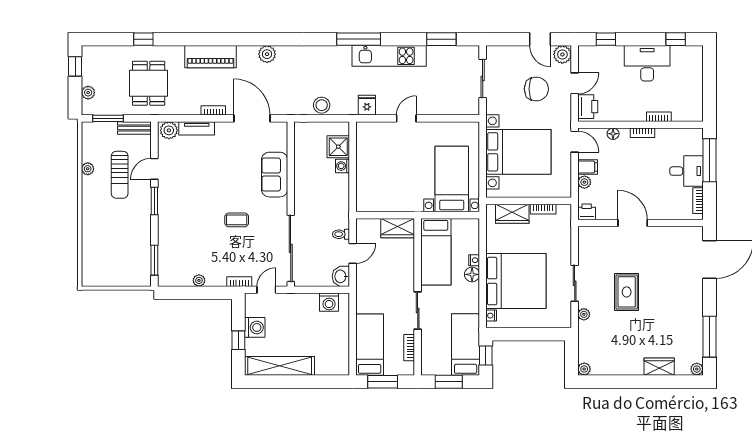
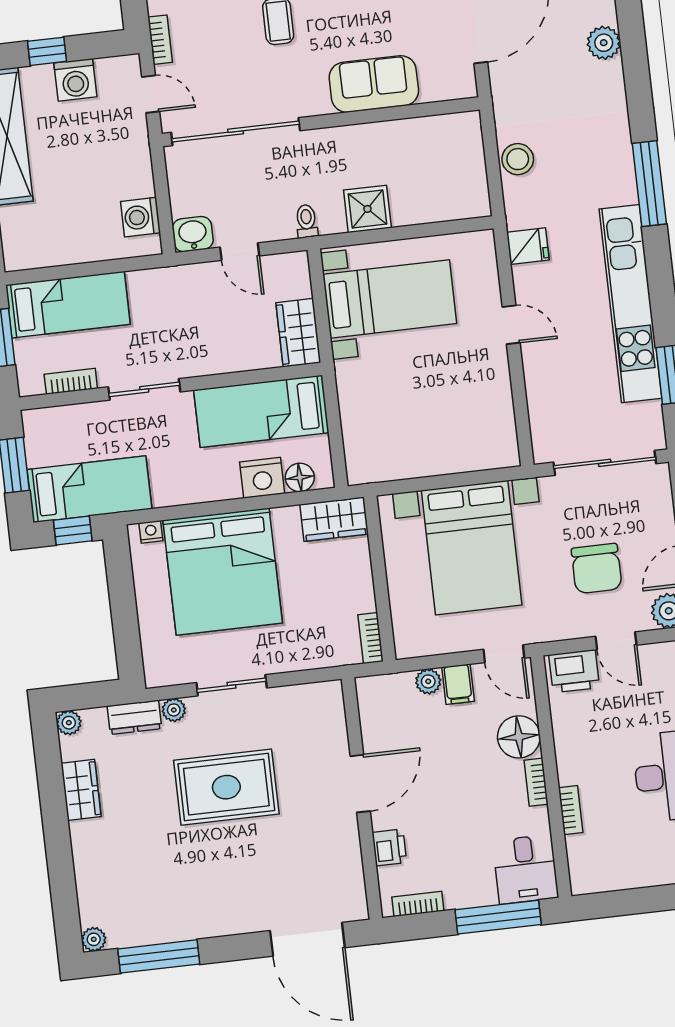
window: (359, 39) -> (649, 184), moved
kitchen unit: (389, 56) -> (630, 304), width x1.36
sliding door: (483, 79) -> (605, 463), width x1.37
floor lamp: (613, 134) -> (519, 737), width x1.89, depth x1.89
door: (575, 142) -> (504, 654), hinge flipped
shower: (338, 147) -> (367, 209), moved
washing machine: (343, 166) -> (405, 213), removed
desk: (686, 171) -> (526, 869), moved
bed with nightstands: (452, 179) -> (390, 299), moved
bookcase: (543, 209) -> (370, 638), moved
printer: (587, 212) -> (389, 847), moved
wardrobe: (512, 214) -> (334, 519), moved, turned -90
toilet: (341, 234) -> (307, 221), moved
nightstand: (474, 260) -> (262, 478), width x1.89, depth x1.79
floor lamp: (472, 274) -> (300, 477), moved
rug: (627, 292) -> (226, 787), width x1.36, depth x1.43
dresser: (585, 335) -> (134, 717), added
wardrobe: (659, 367) -> (81, 790), moved

